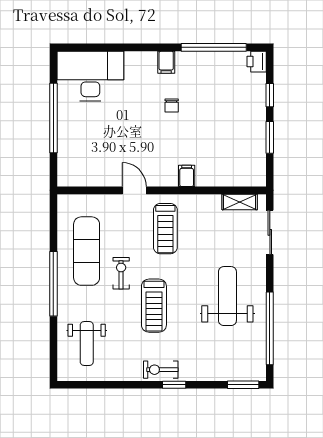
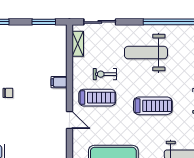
window: (270, 137) -> (44, 22), moved
door: (134, 190) -> (69, 120), swing flipped
exercise bike: (121, 273) -> (105, 74), moved

